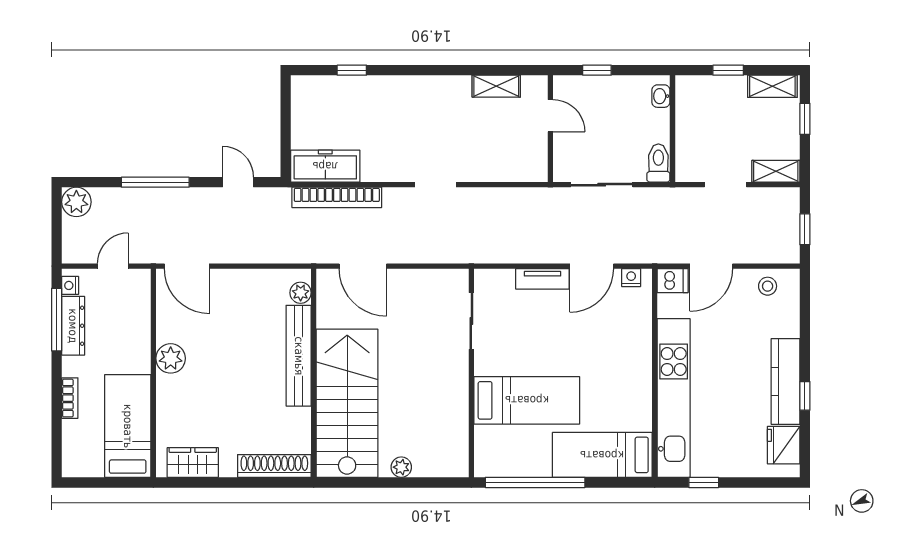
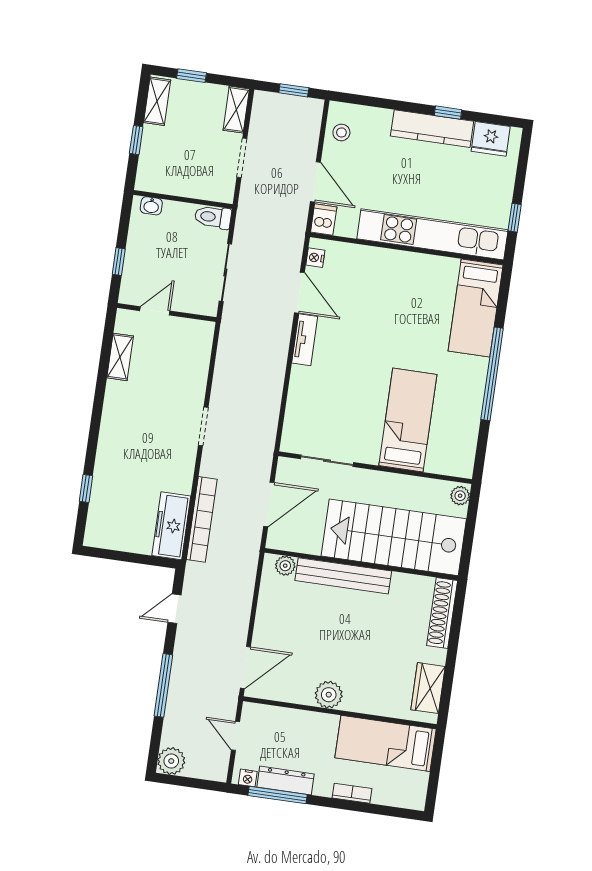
sliding door: (471, 321) -> (327, 461), moved
wall: (471, 373) -> (375, 468), moved
bed: (527, 400) -> (408, 420), moved

